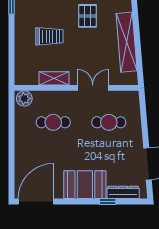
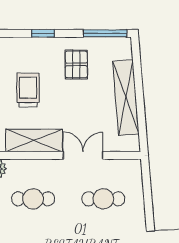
trolley: (49, 36) -> (28, 90), turned -90
shelving: (54, 78) -> (34, 140), width x1.50, depth x1.33

